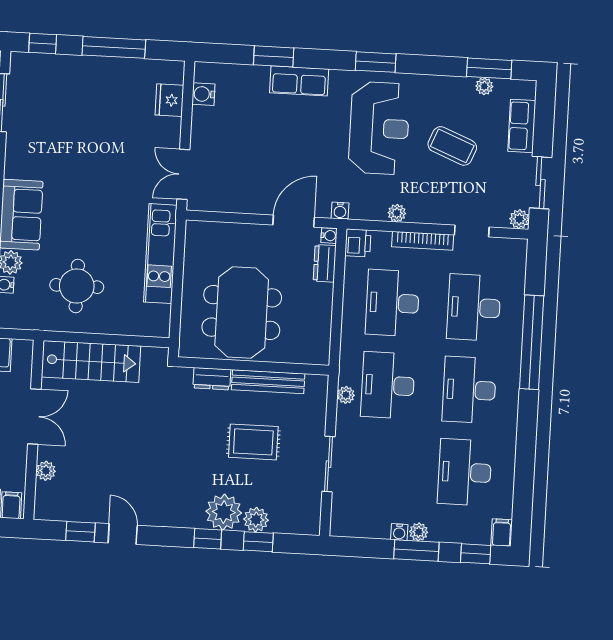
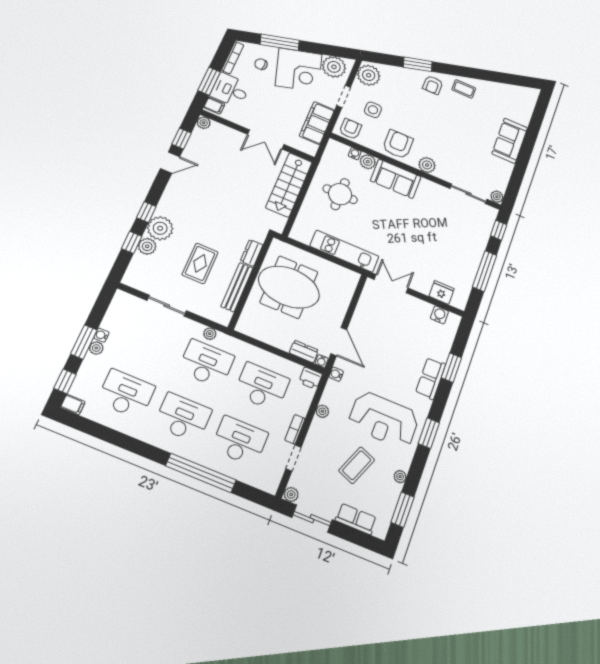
plant: (484, 86) -> (400, 477), moved
bookcase: (423, 241) -> (295, 429), width x0.64
plant: (46, 471) -> (204, 123), moved

